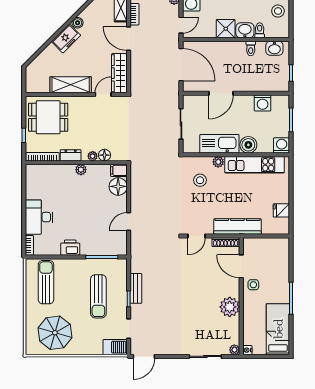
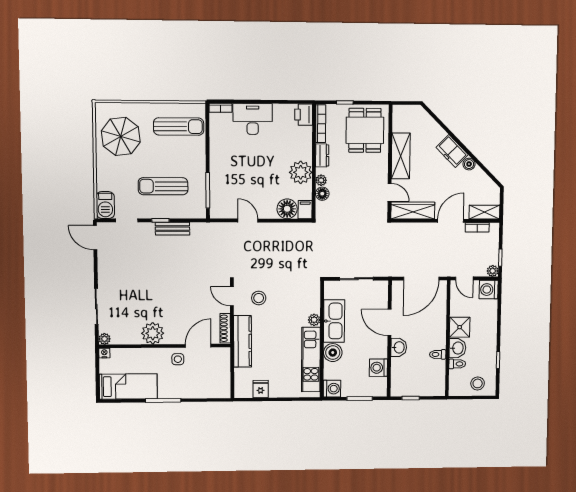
washbasin: (274, 48) -> (399, 347), moved, turned 180
plant: (81, 170) -> (301, 172), width x1.88, depth x1.88
stool: (200, 180) -> (259, 298), moved
printer: (70, 248) -> (304, 115), moved, turned 180

